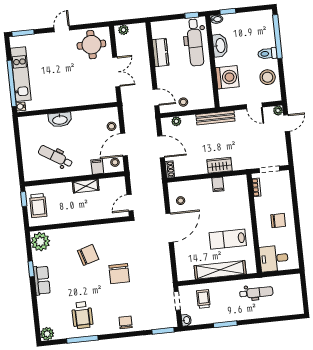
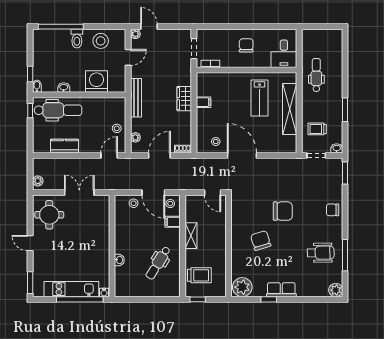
washbasin: (220, 46) -> (64, 87), width x0.52, depth x0.69
washbasin: (60, 120) -> (119, 260), width x0.52, depth x0.69
trolley: (38, 206) -> (199, 275), moved

